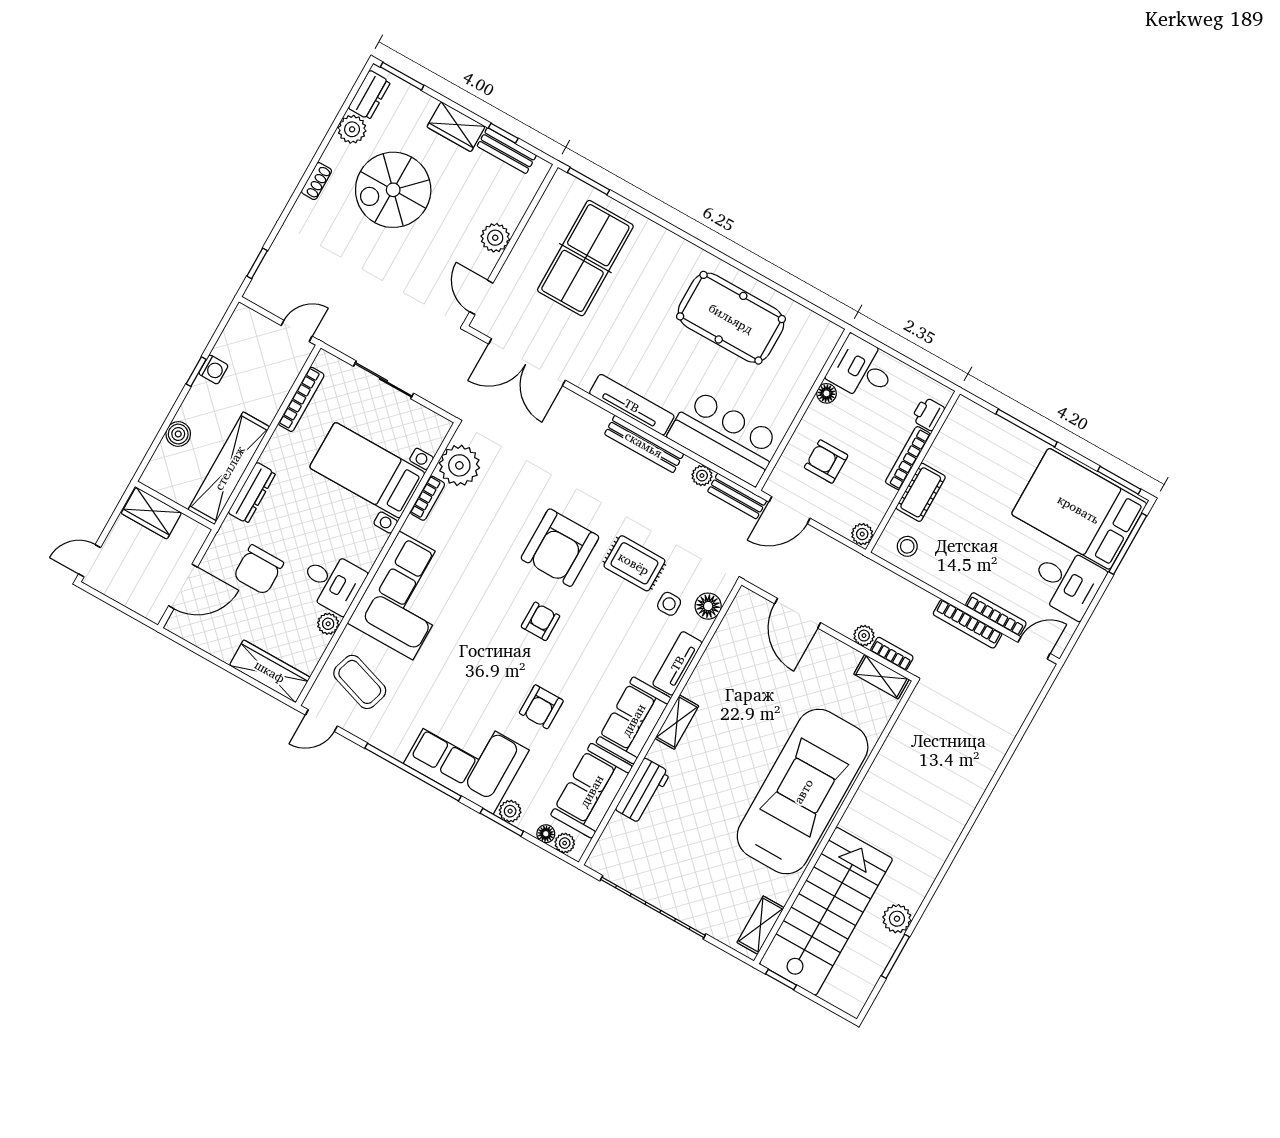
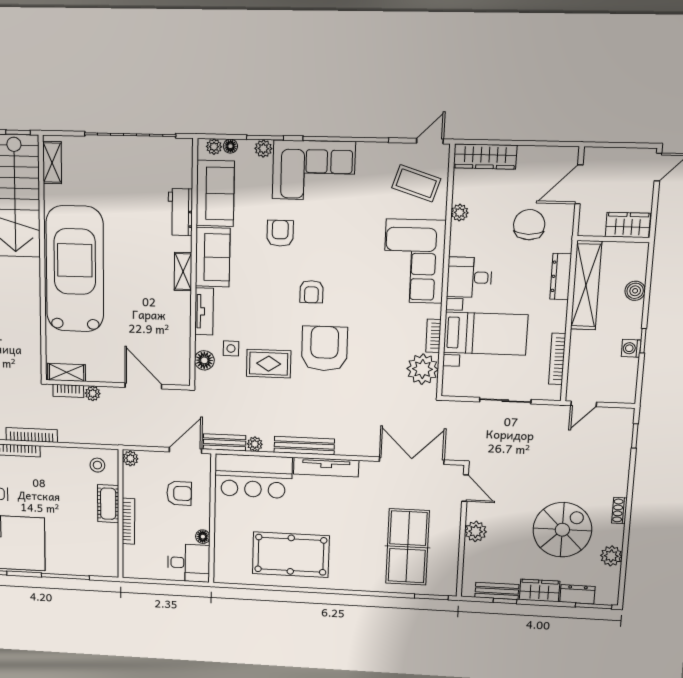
dresser: (369, 95) -> (577, 594), moved, turned 90
printer: (928, 414) -> (131, 555), removed
desk: (332, 582) -> (469, 277), moved
car: (803, 791) -> (75, 269), turned 180

